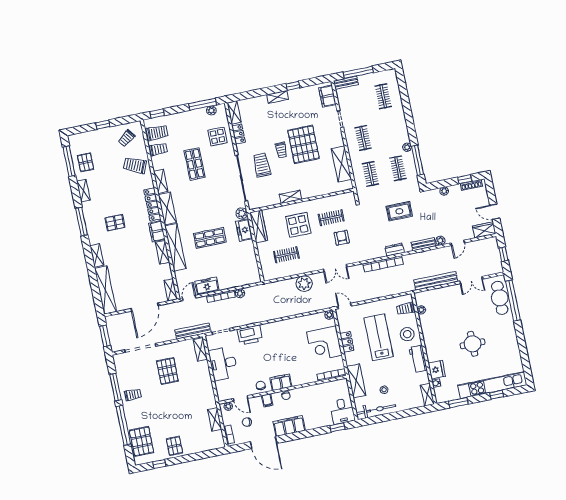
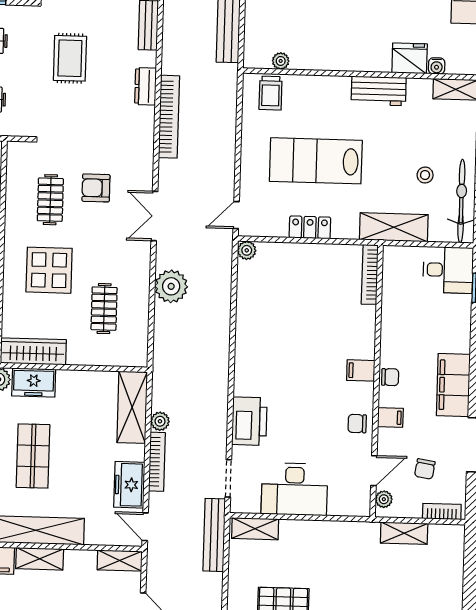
double door: (335, 268) -> (154, 216), swing flipped
shelving: (243, 279) -> (132, 407), added
stool: (407, 334) -> (323, 101), removed
corner desk: (324, 344) -> (302, 274), removed
filing cabinet: (281, 382) -> (361, 370), width x0.50

